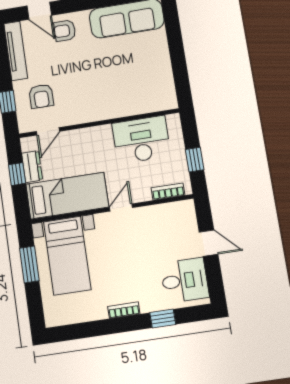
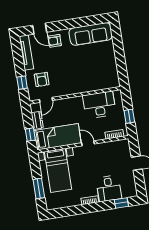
window: (17, 174) -> (30, 135), moved
door: (121, 208) -> (88, 143), hinge flipped
window: (29, 264) -> (39, 189), moved
desk: (185, 280) -> (109, 188), moved, turned 90
window: (163, 319) -> (121, 203), moved

